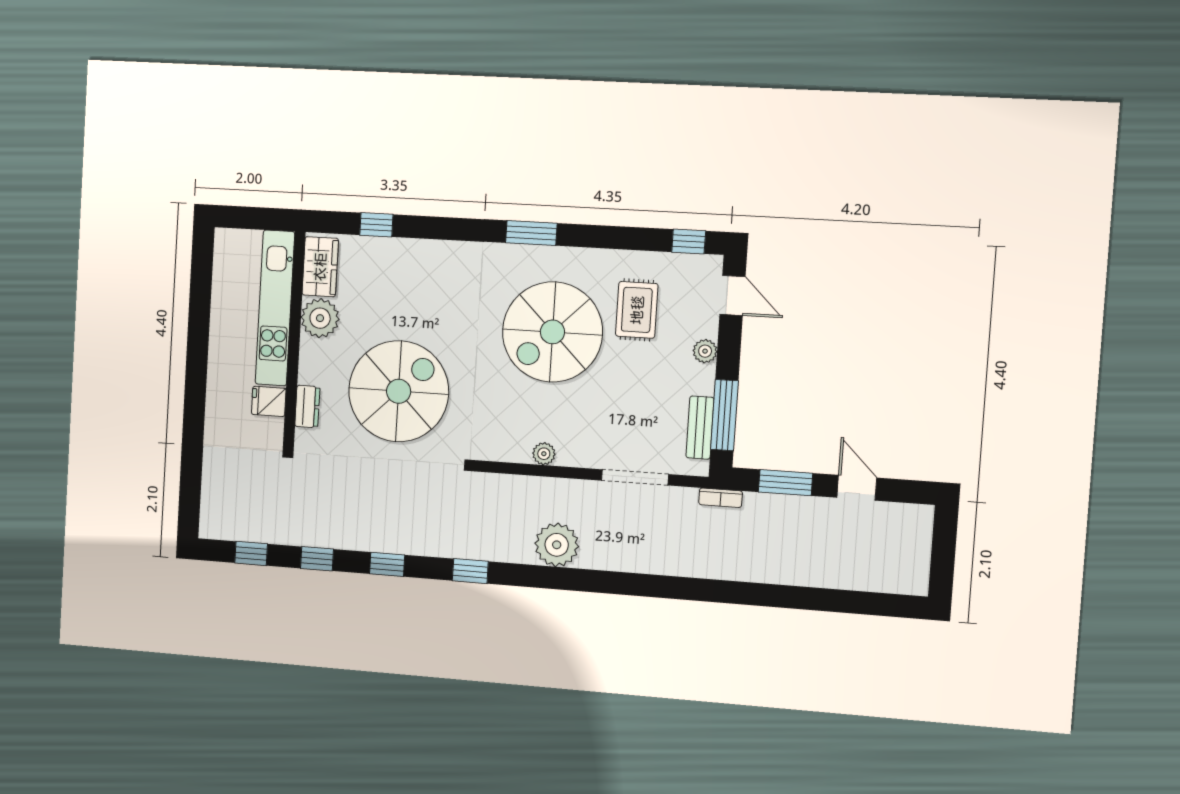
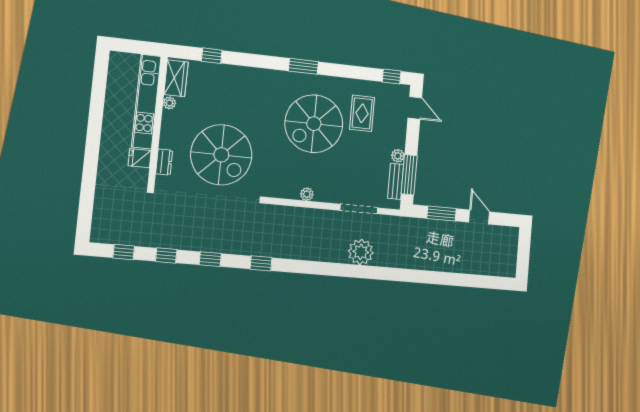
plant: (320, 318) -> (169, 103), width x0.53, depth x0.53
plant: (705, 351) -> (398, 156), moved
spiral stairs: (399, 391) -> (221, 155), turned 90
bookcase: (720, 498) -> (406, 221), removed
plant: (557, 545) -> (361, 252), moved

